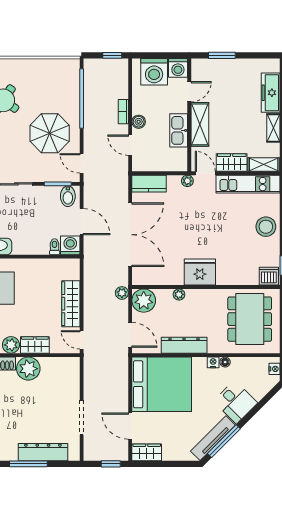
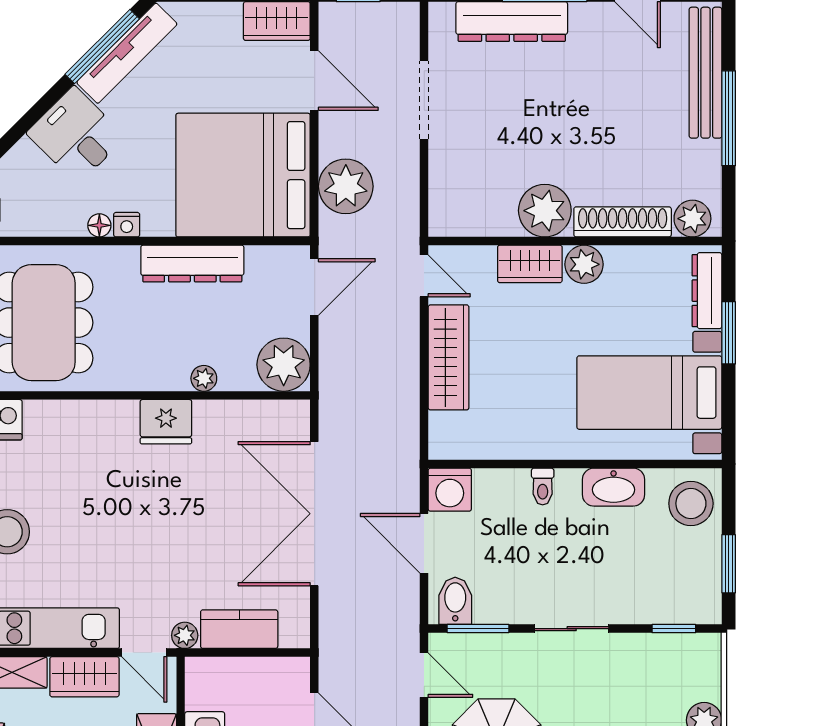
kitchen counter: (149, 184) -> (239, 629), moved
toilet: (55, 247) -> (543, 487), moved
fridge: (200, 272) -> (166, 422), width x0.73, depth x0.75
plant: (122, 293) -> (346, 186), moved, width x1.88, depth x1.88
door: (130, 335) -> (314, 287), swing flipped

